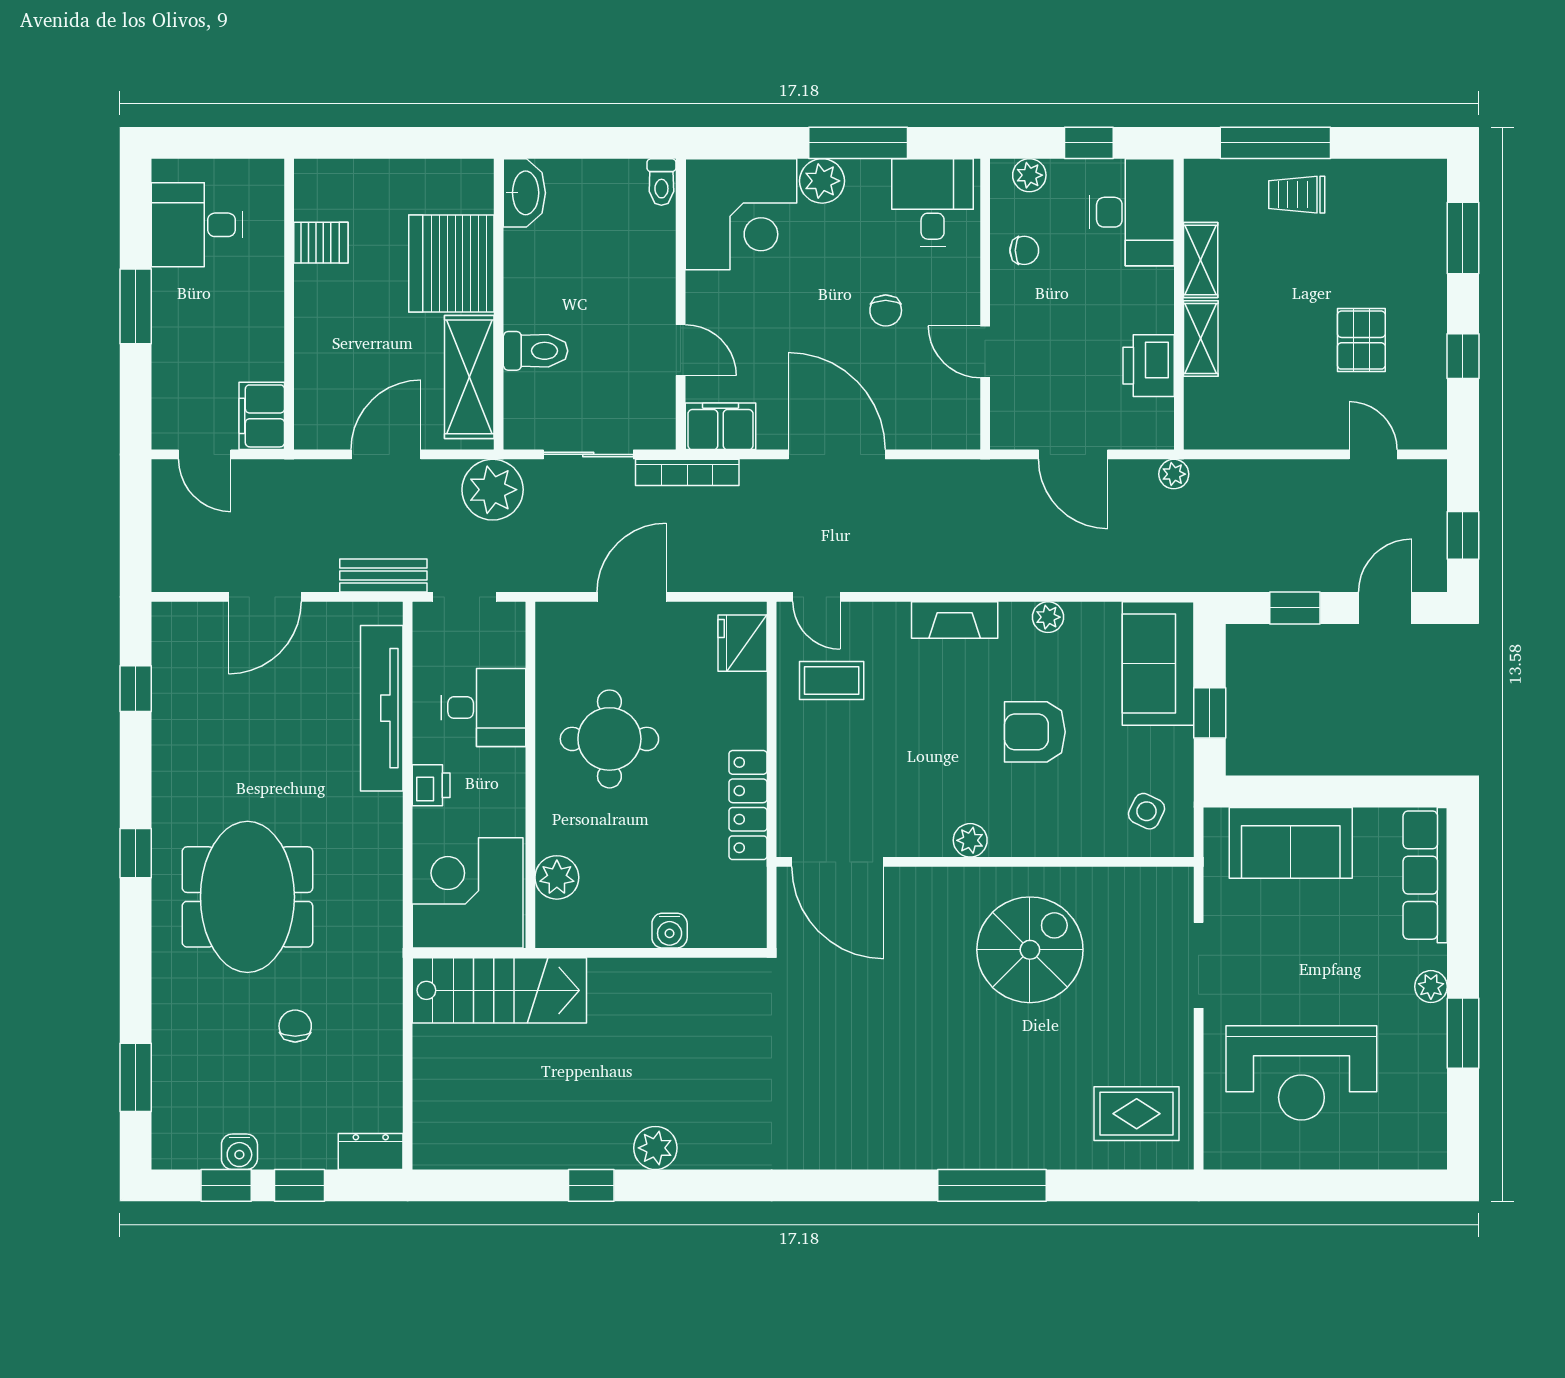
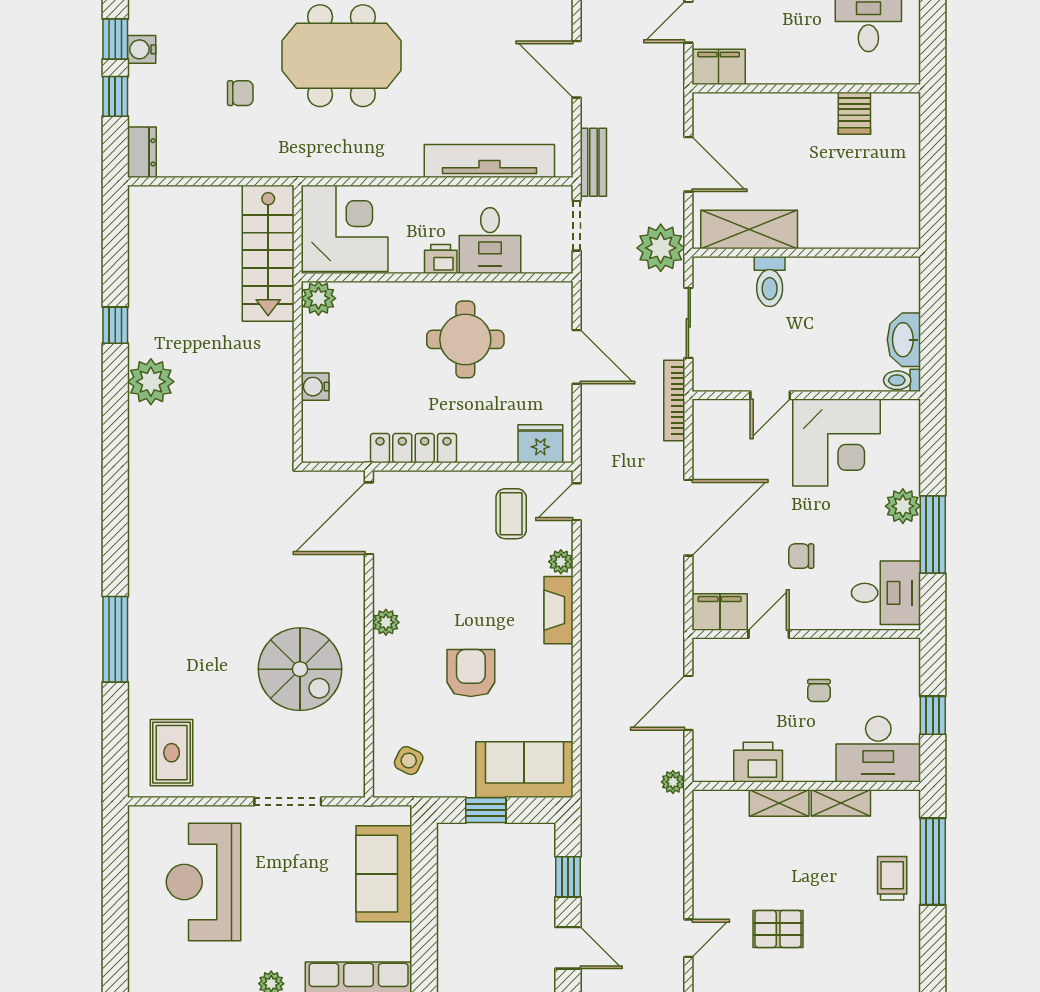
plant: (1029, 175) -> (907, 669), removed
washbasin: (524, 193) -> (904, 340), moved, turned 90
corner desk: (741, 214) -> (836, 443), moved, turned -90
chair: (1024, 250) -> (819, 691), moved
server rack: (451, 264) -> (838, 216), removed
filing cabinet: (721, 426) -> (720, 612), moved, turned -90
plant: (1048, 617) -> (561, 562), moved
printer: (431, 785) -> (441, 259), moved, turned 180
plant: (557, 877) -> (318, 298), moved
plant: (655, 1148) -> (151, 382), width x1.36, depth x1.36

